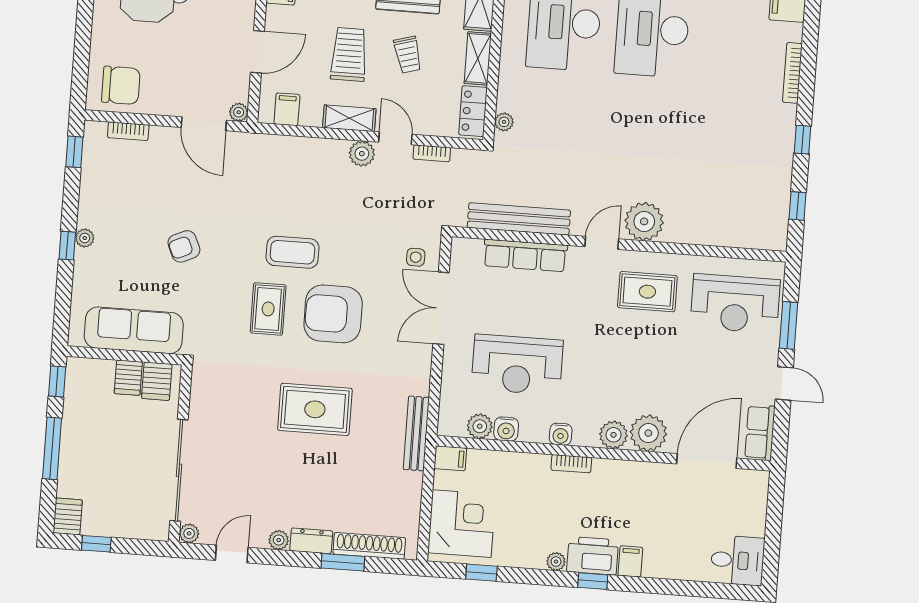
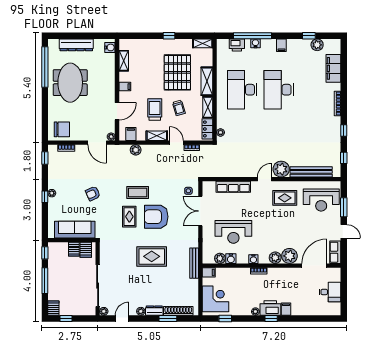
plant: (362, 154) -> (136, 150), moved
bench: (519, 219) -> (311, 172), moved
desk: (737, 560) -> (330, 292), moved

